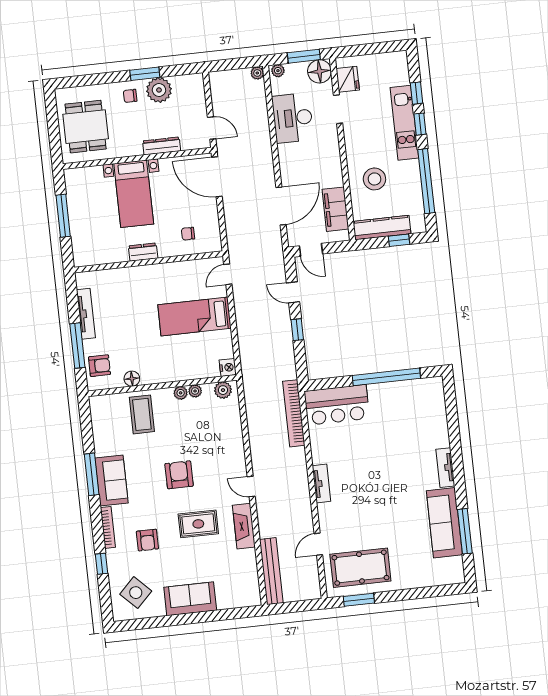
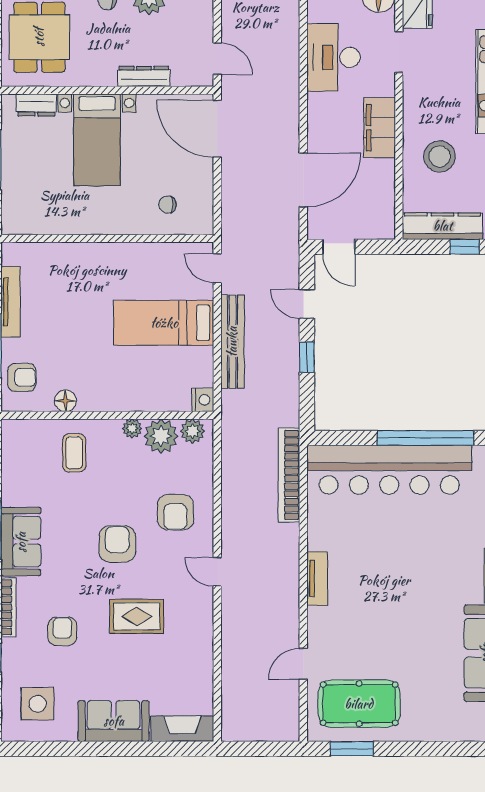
filing cabinet: (335, 209) -> (380, 128), moved
dresser: (143, 252) -> (36, 105), moved, turned 180
door: (228, 274) -> (217, 268), hinge flipped
plant: (195, 391) -> (161, 436), width x1.88, depth x1.88
bar counter: (337, 405) -> (389, 470), width x1.86
coffee table: (142, 414) -> (74, 453), width x0.73, depth x0.77
armchair: (217, 448) -> (175, 512), added
fireplace: (244, 526) -> (182, 729), moved, turned 90
armchair: (147, 540) -> (62, 631), turned 180
bench: (271, 571) -> (232, 342), moved
side table: (136, 593) -> (38, 704), turned 45

